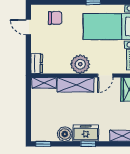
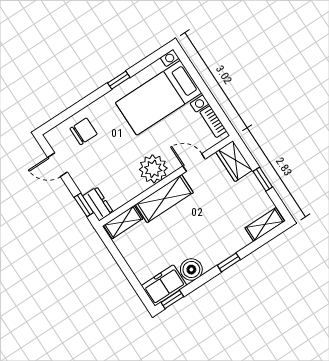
window: (28, 59) -> (84, 205), added
door: (105, 76) -> (194, 162), swing flipped
freezer: (86, 133) -> (164, 285), moved

